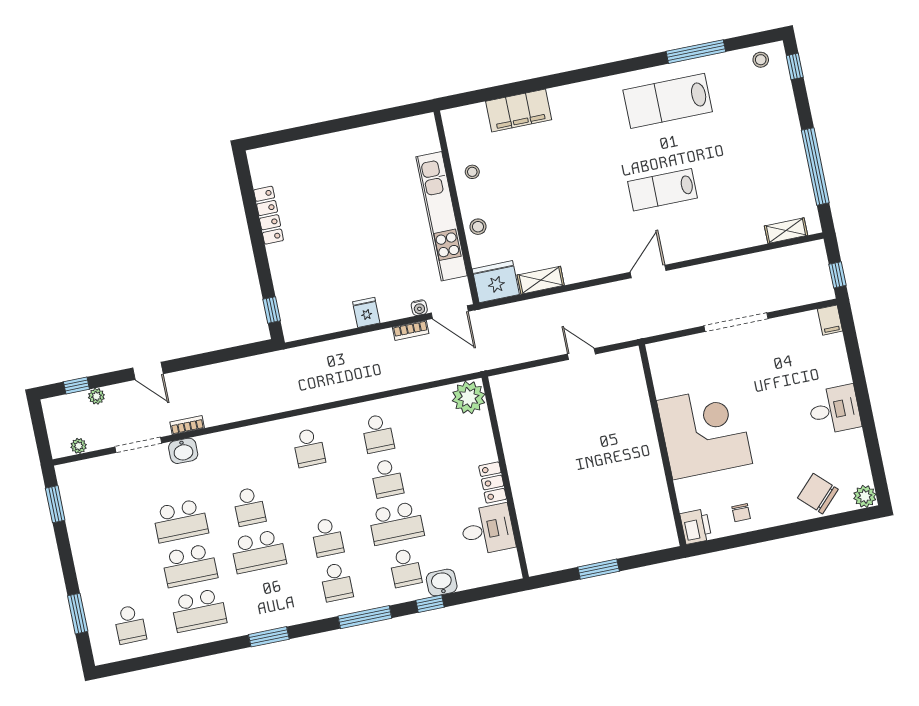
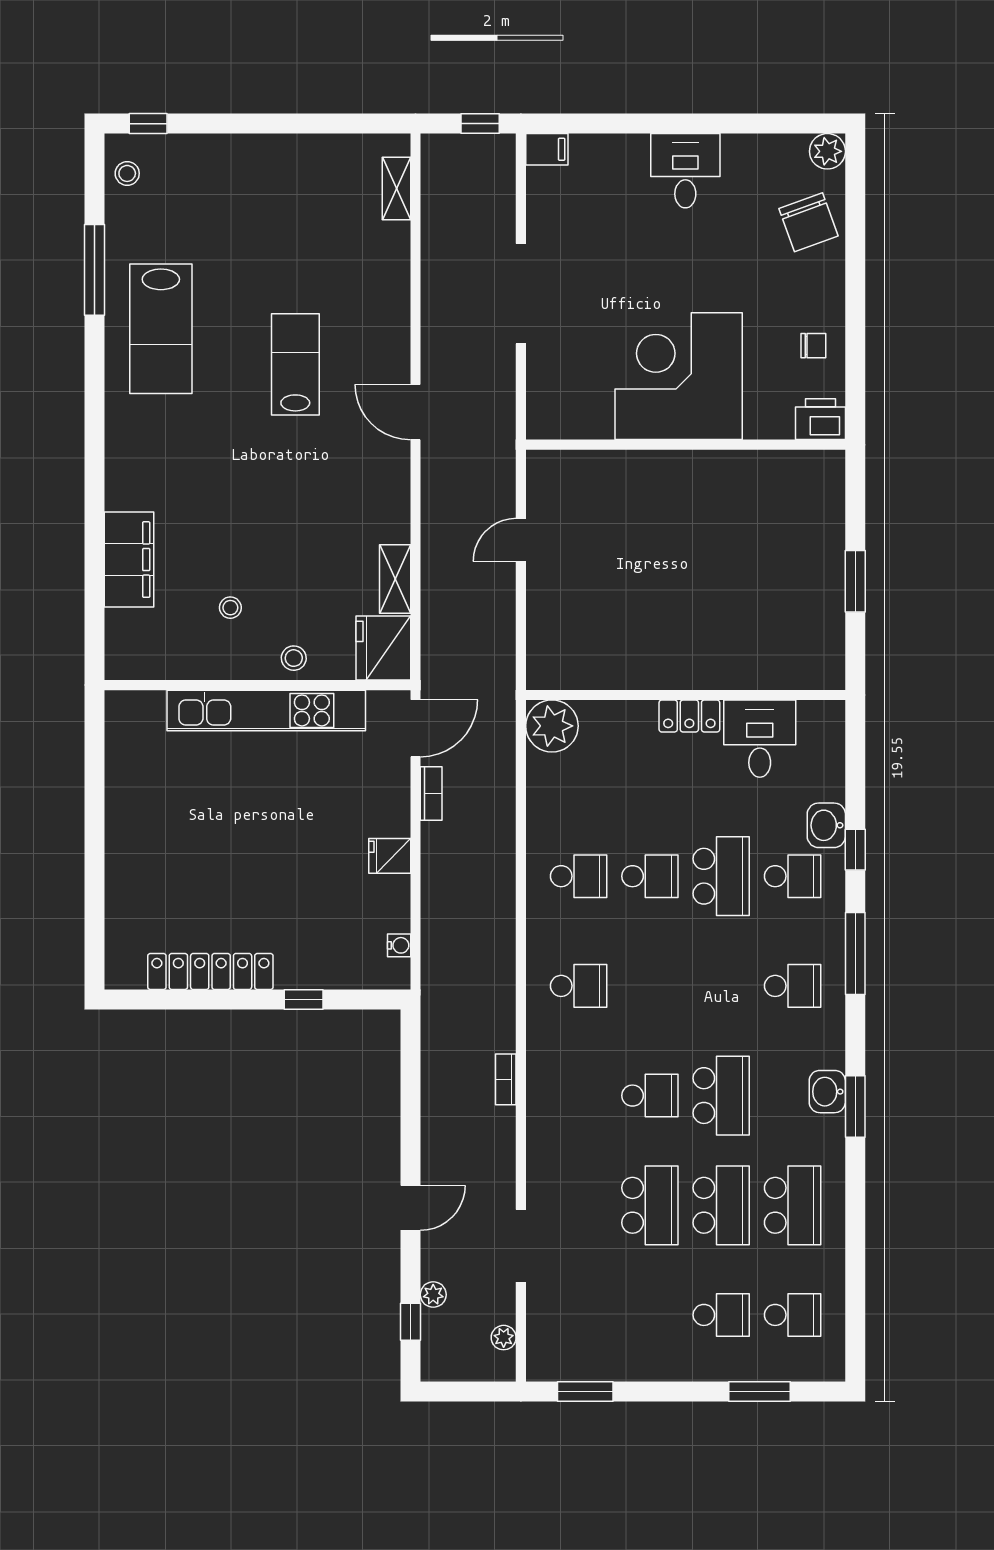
window: (815, 167) -> (308, 124), removed
stool: (472, 172) -> (230, 608), moved
lab bench: (663, 190) -> (295, 364), turned 180
locker: (269, 215) -> (210, 972), width x1.41, depth x1.21
water cooler: (419, 308) -> (399, 945), moved
window: (272, 310) -> (304, 1000), moved
bookcase: (187, 425) -> (506, 1079), moved
washbasin: (183, 451) -> (827, 1092), moved, turned 180
chair: (818, 494) -> (808, 222), turned -64
school desk: (327, 537) -> (721, 1315), moved

